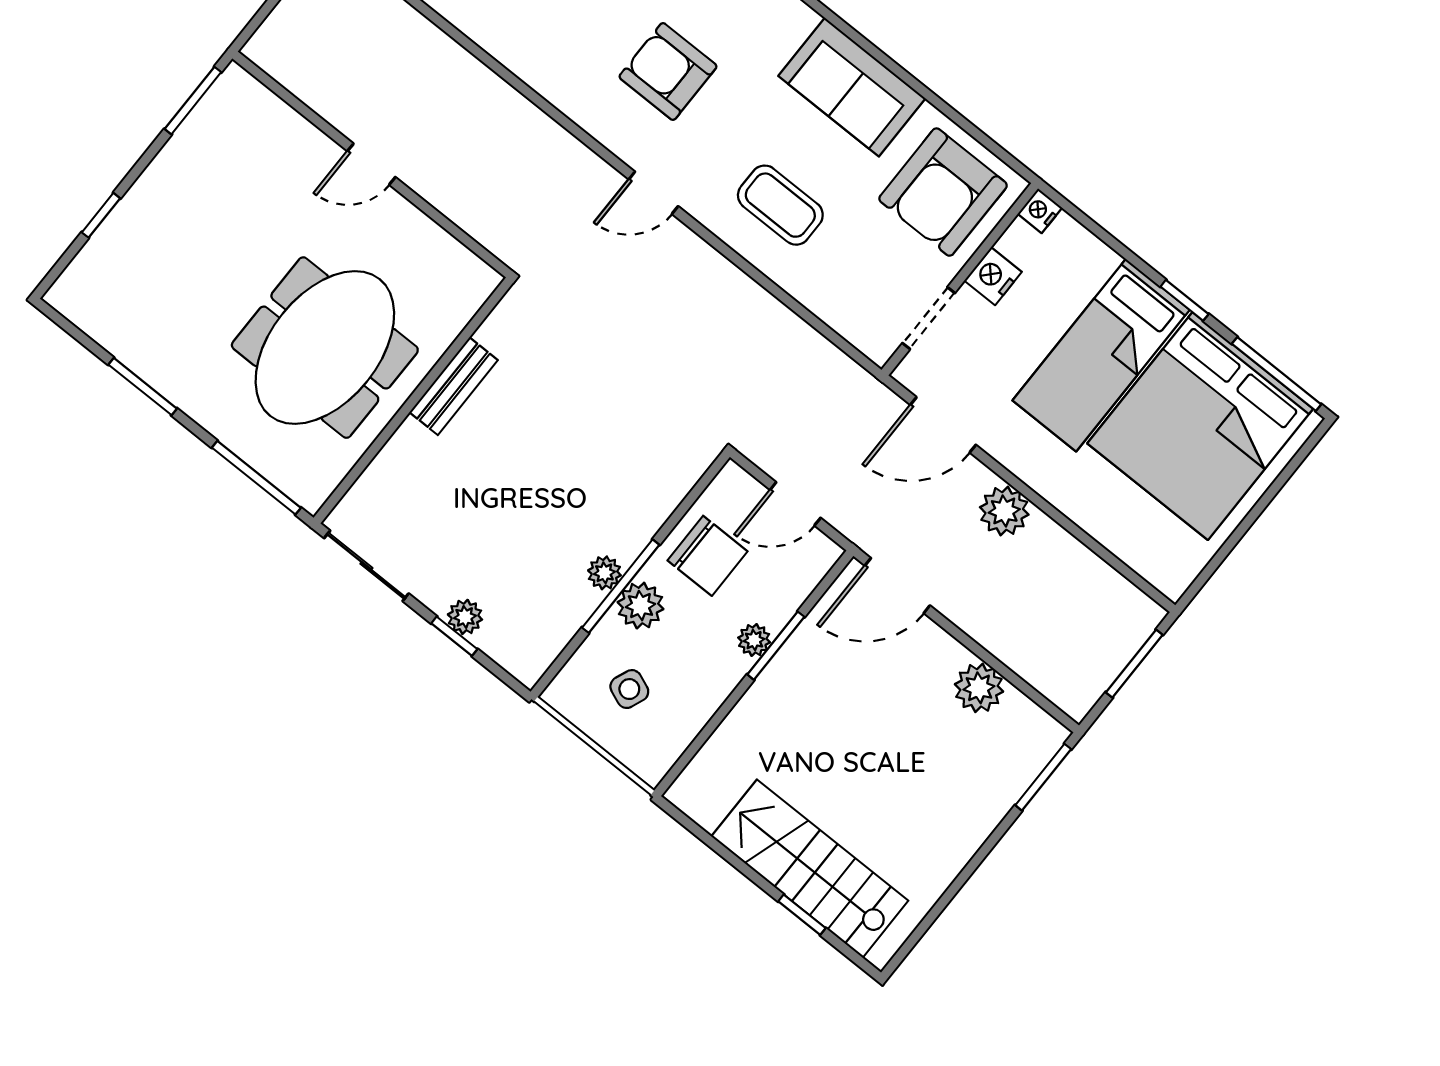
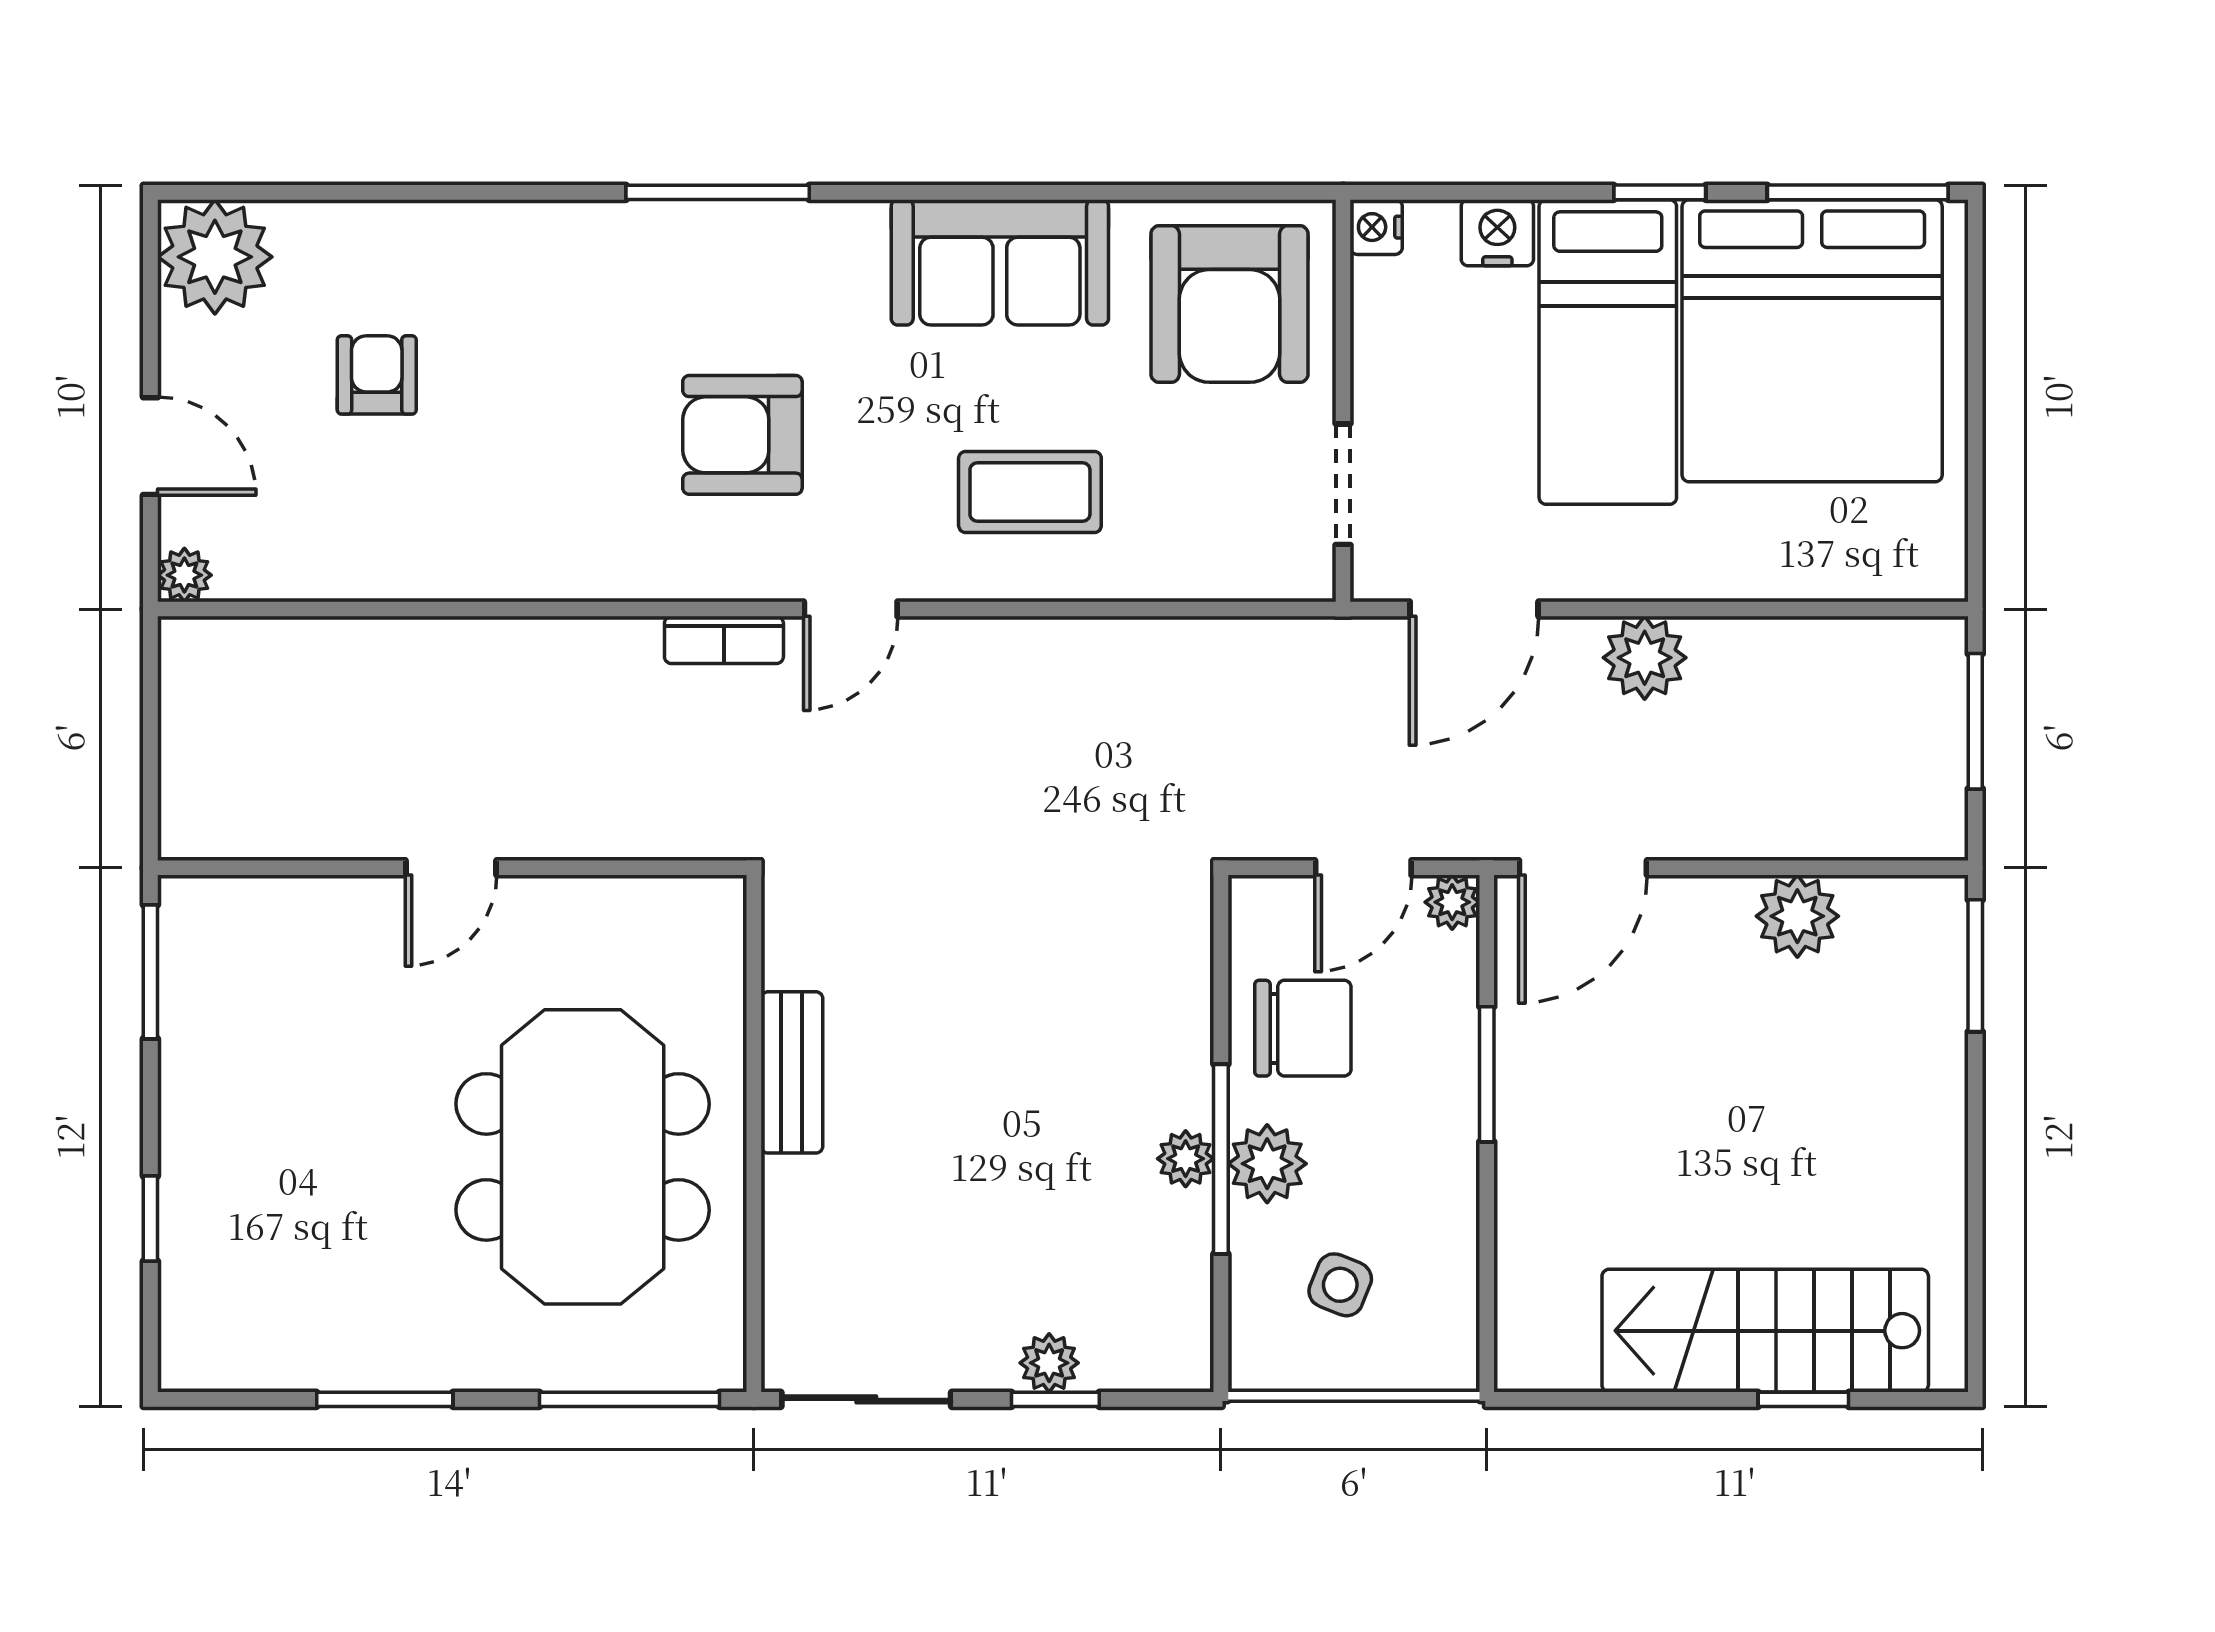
bookcase: (583, 160) -> (724, 640), added
nightstand: (993, 276) -> (1497, 233), moved, turned 90
plant: (754, 640) -> (1452, 902), moved

